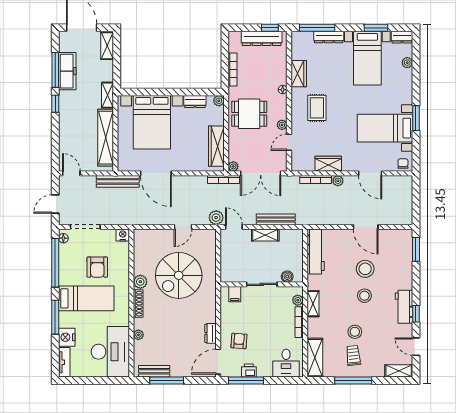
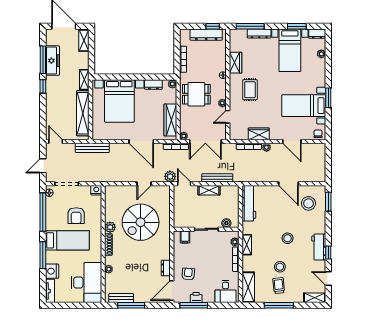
door: (156, 173) -> (141, 142), moved
stool: (365, 269) -> (309, 203), moved

